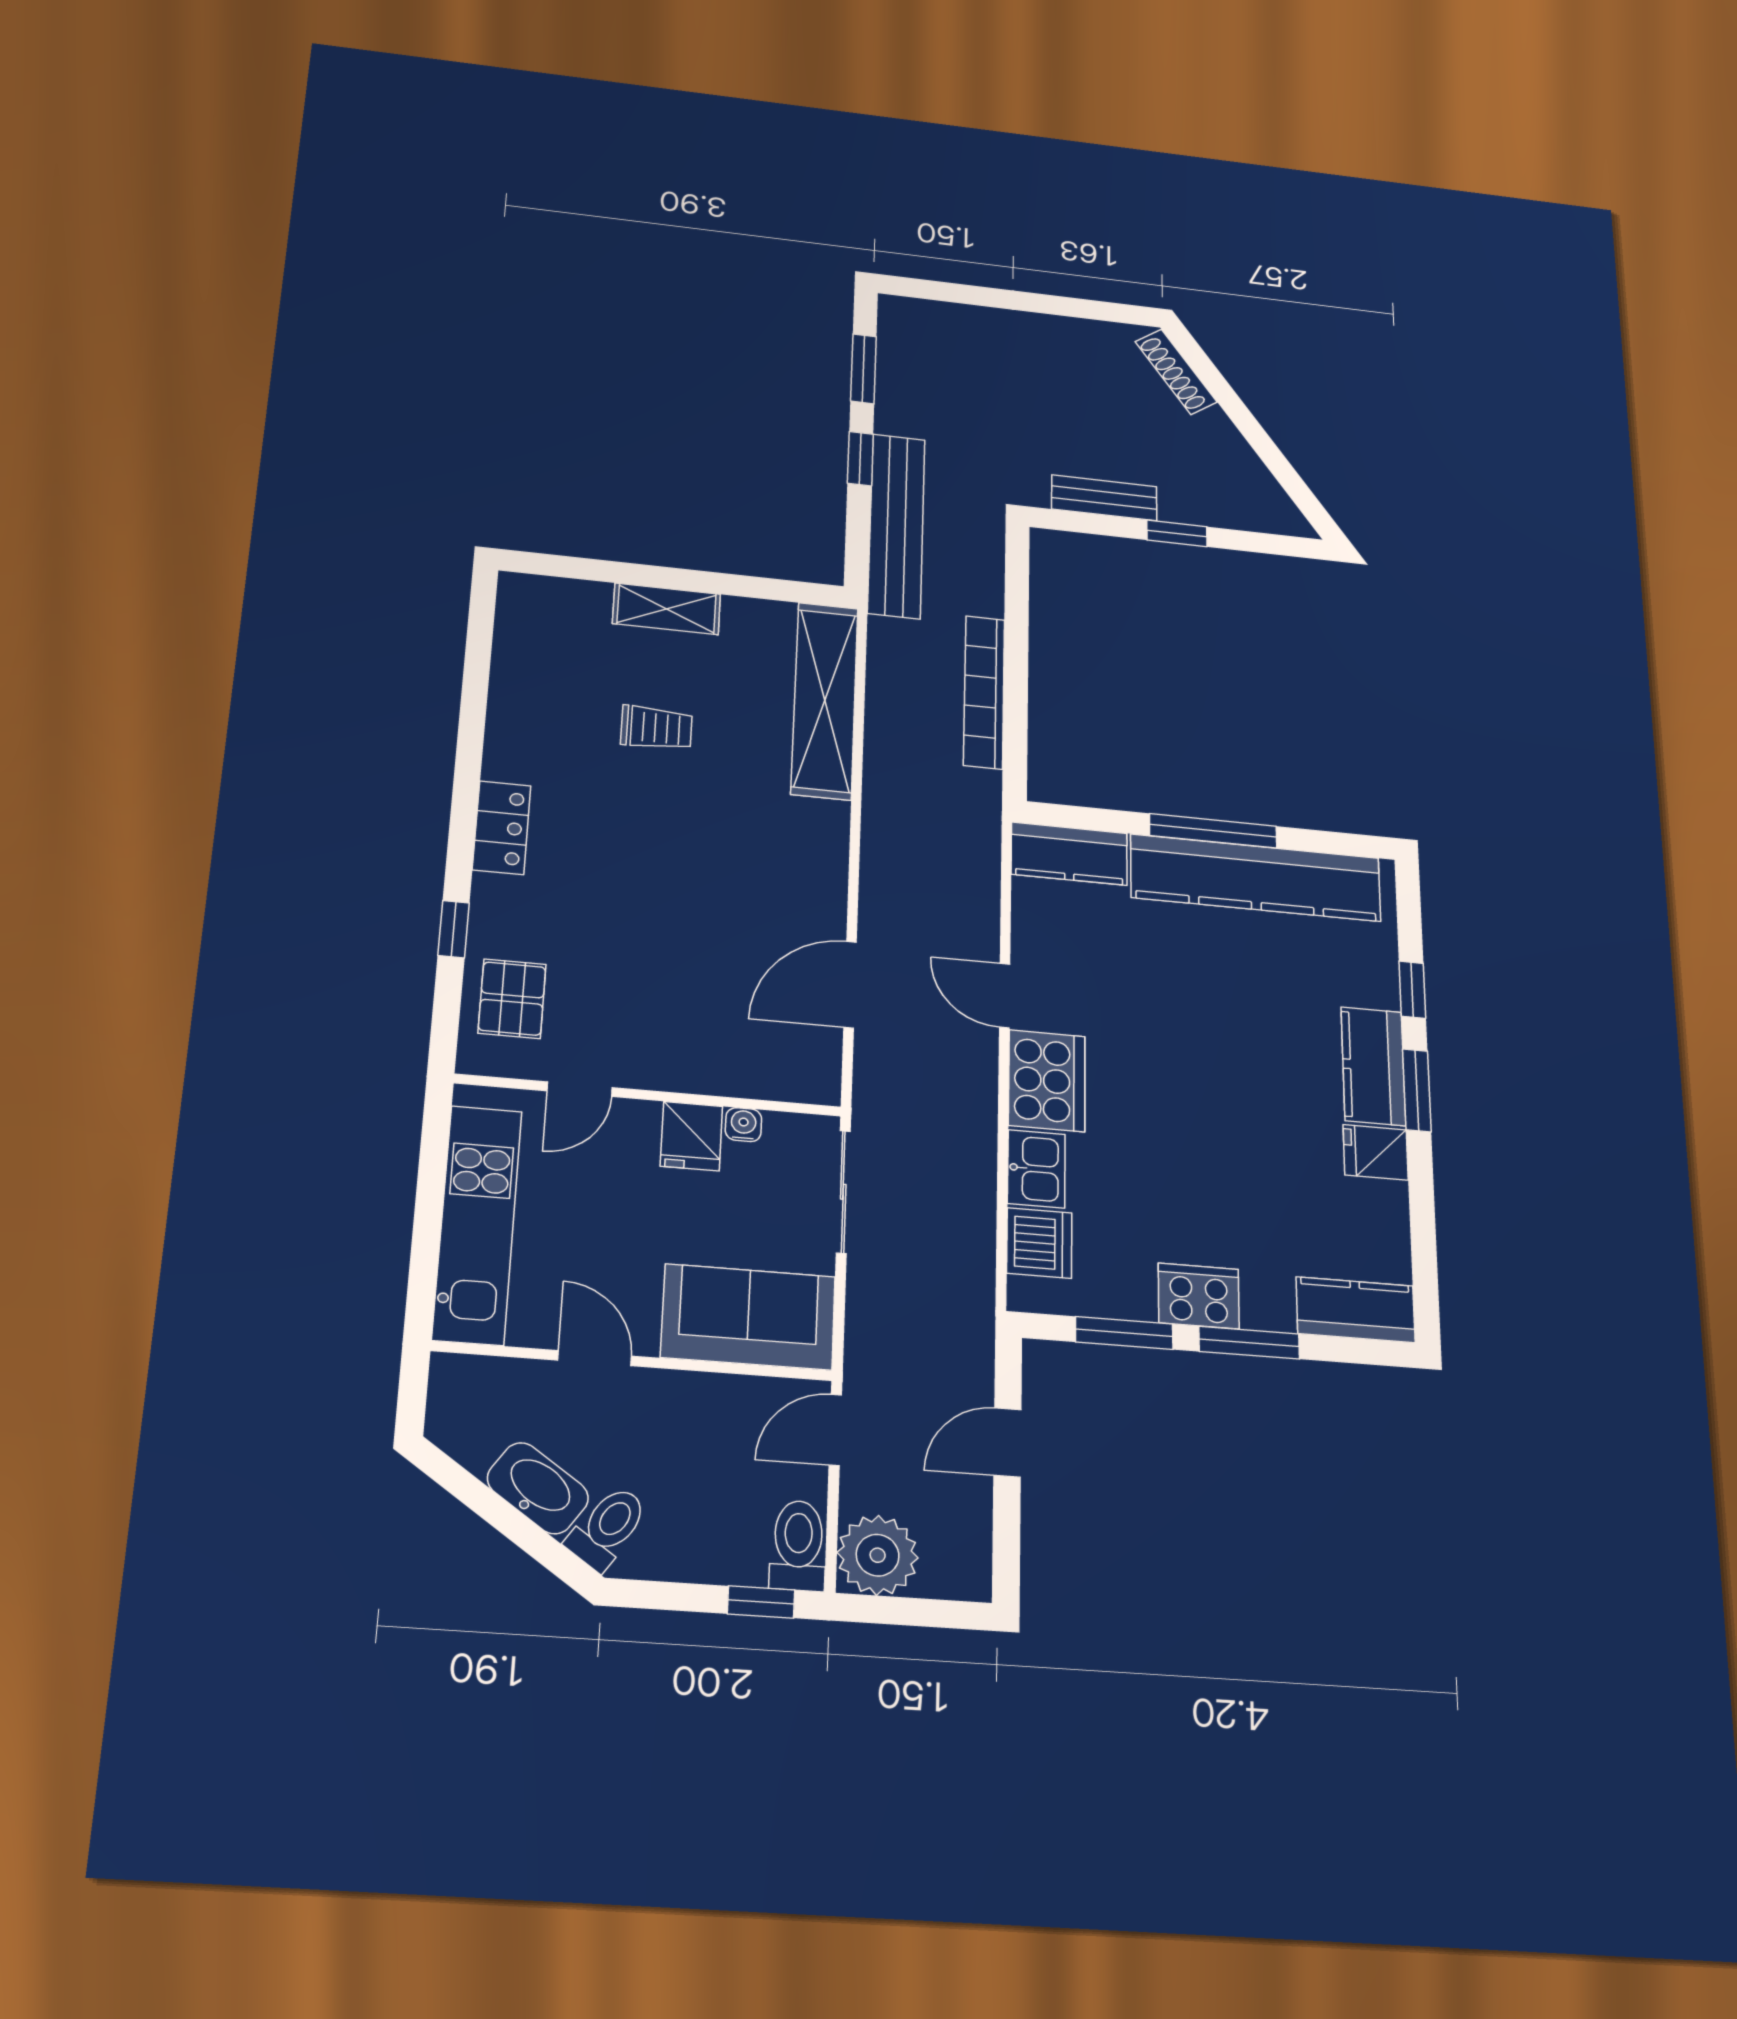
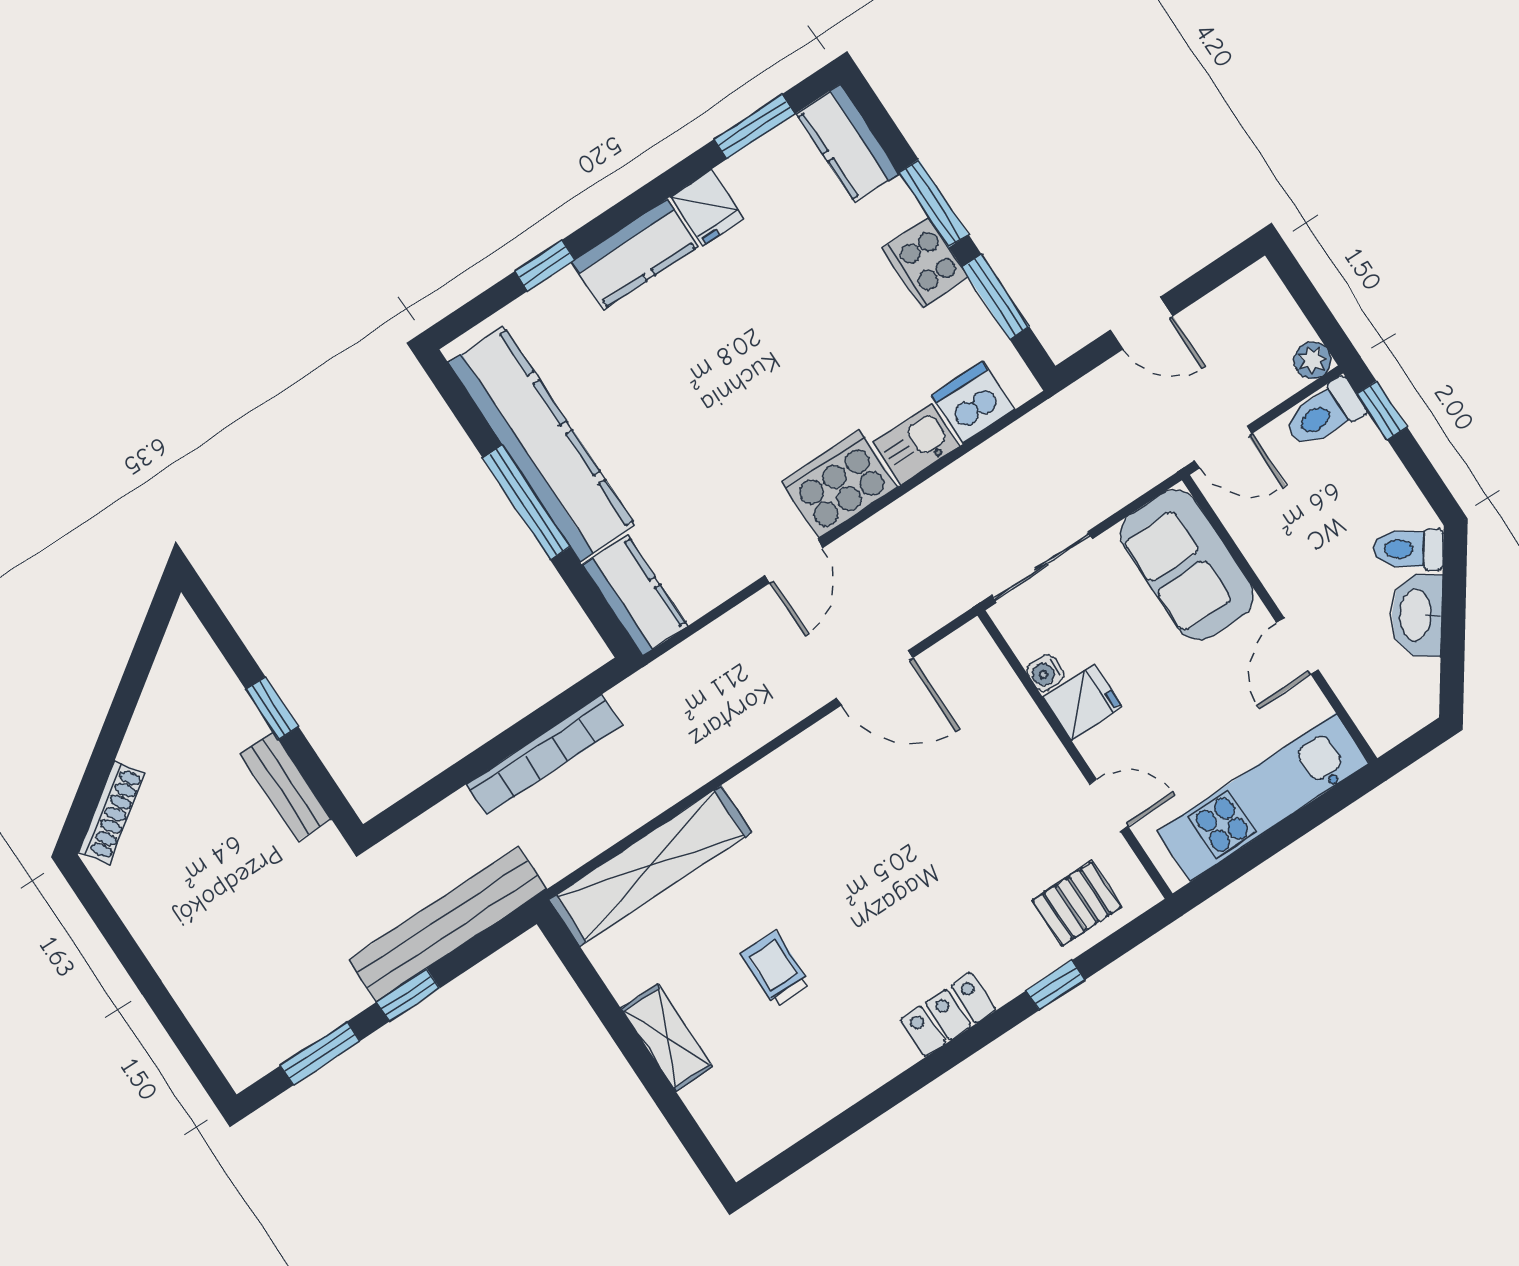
window: (1417, 1090) -> (754, 127), moved
plant: (878, 1555) -> (1313, 360), width x0.53, depth x0.53

